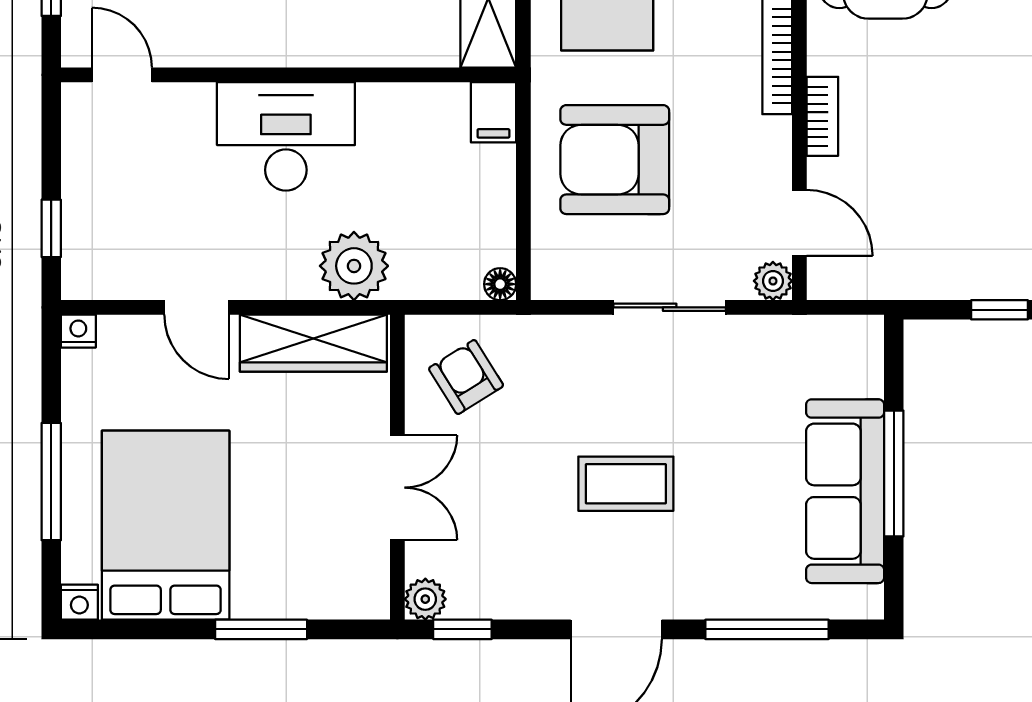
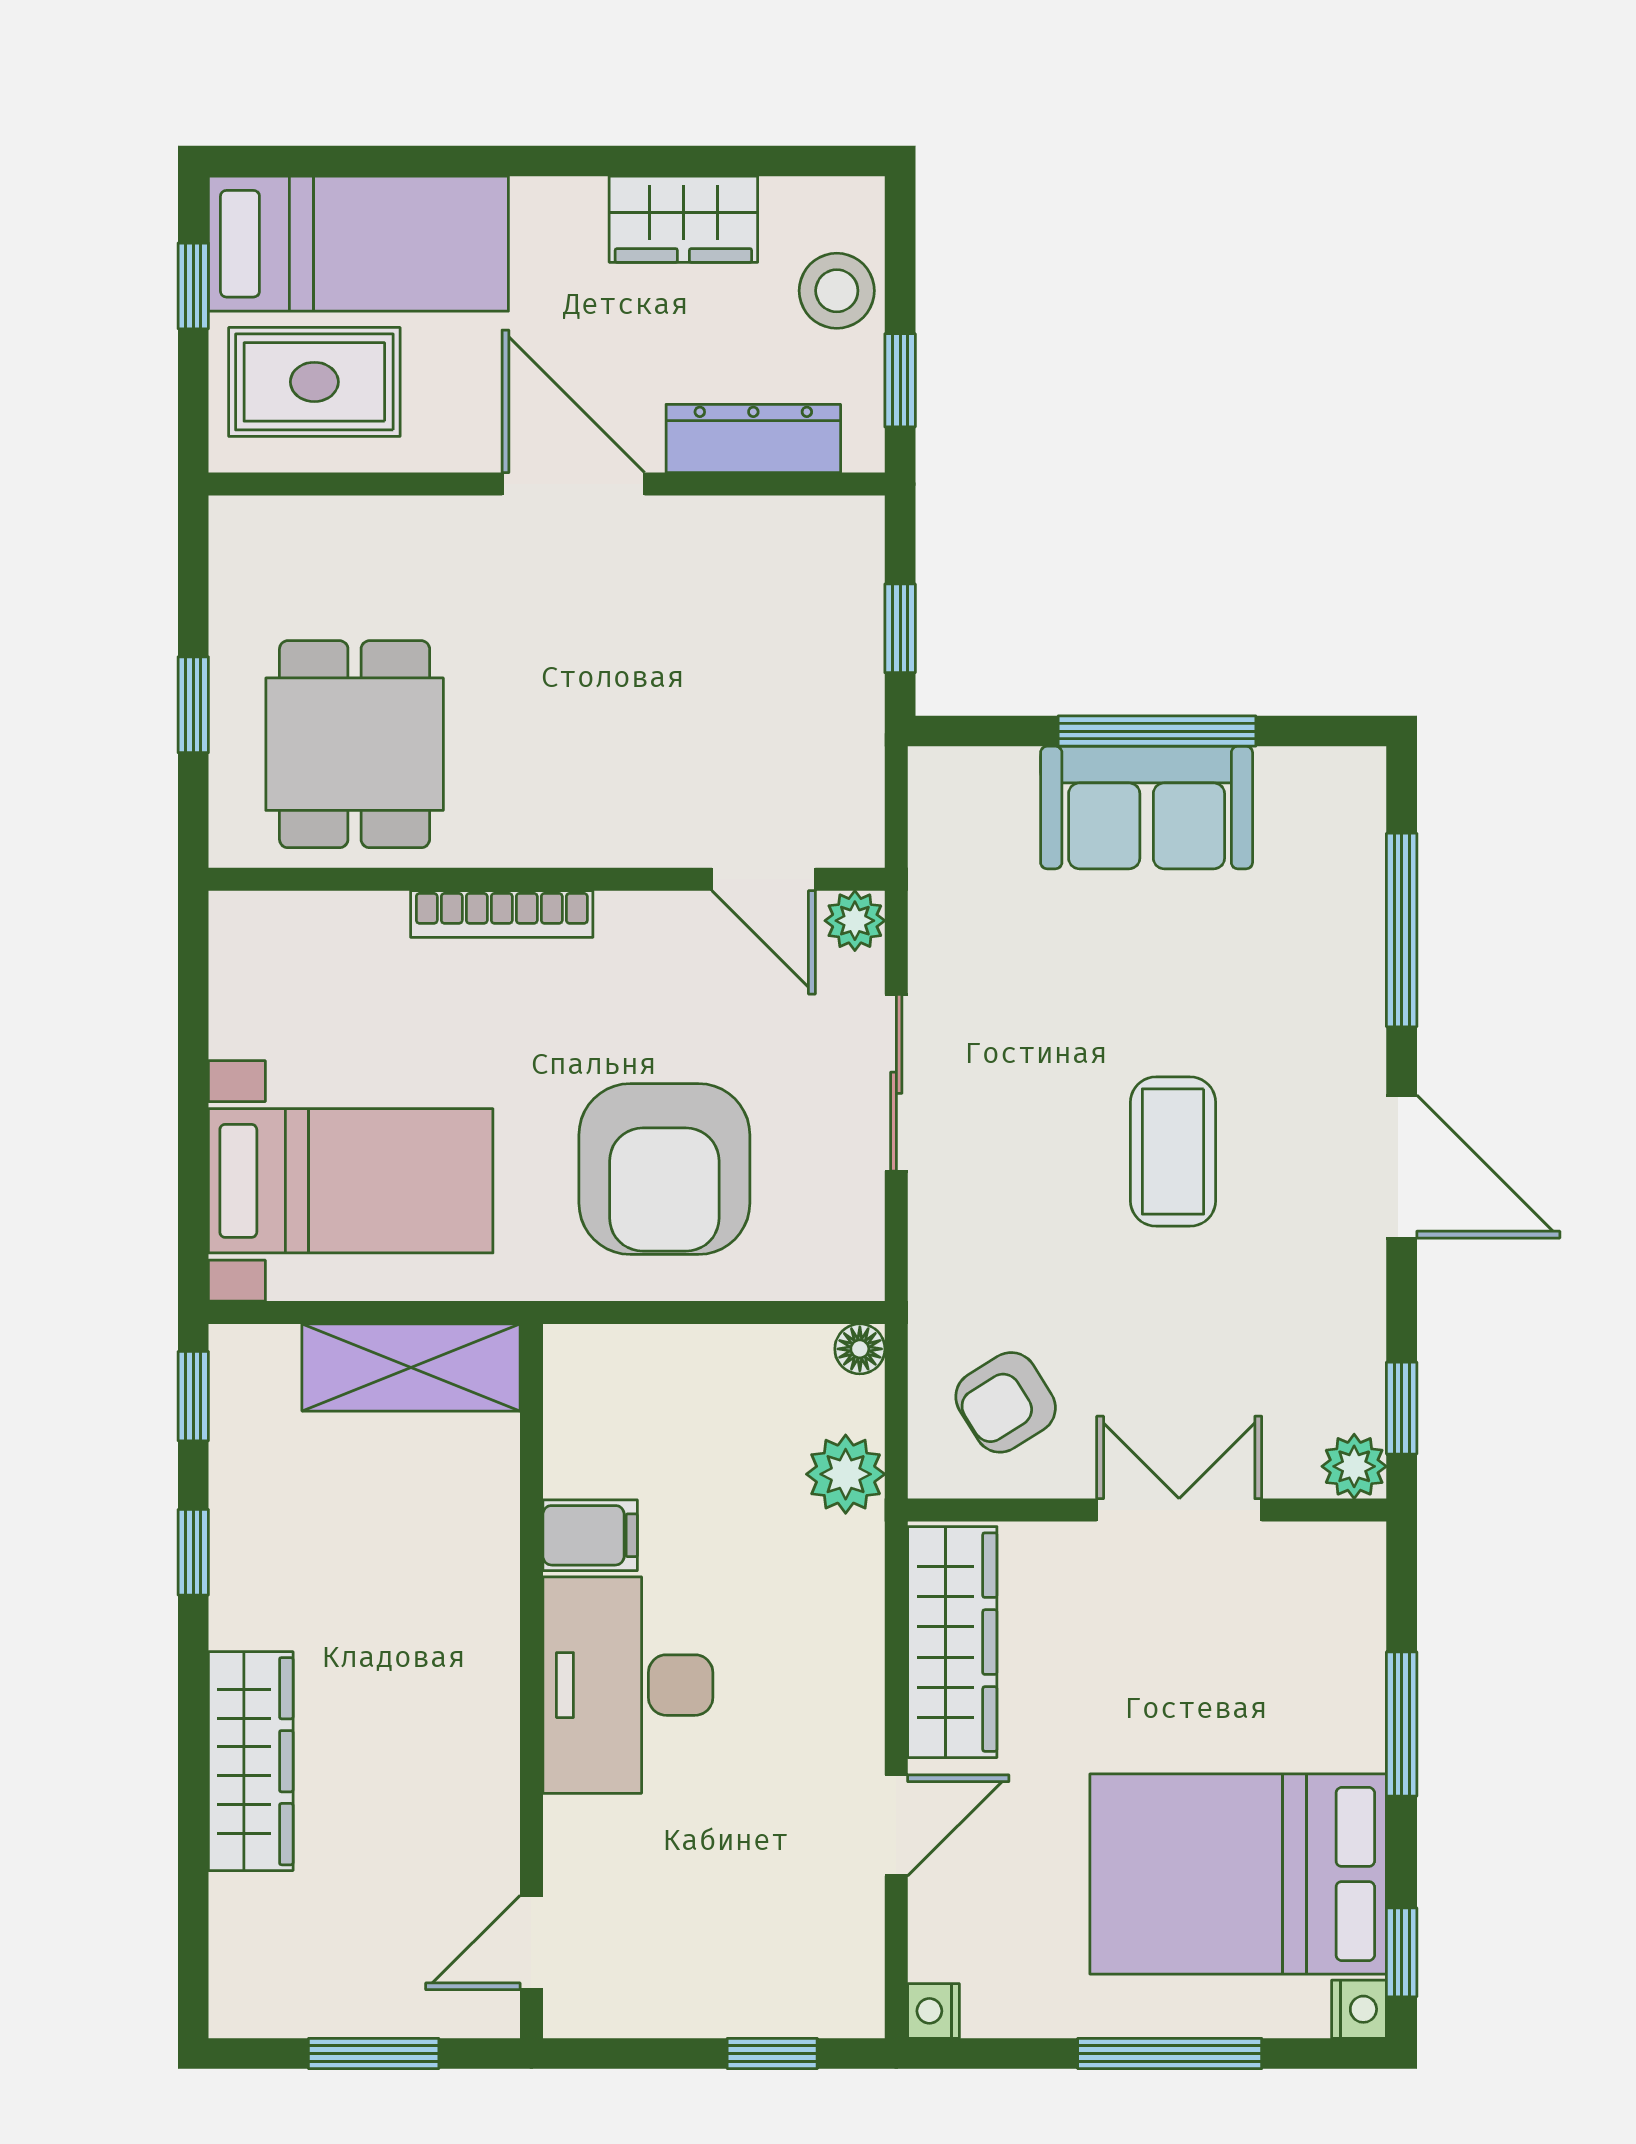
filing cabinet: (493, 112) -> (590, 1535), moved
bookcase: (822, 116) -> (596, 843), removed
door: (799, 223) -> (764, 879), swing flipped
plant: (354, 266) -> (846, 1474), moved, width x0.73, depth x0.73
window: (999, 310) -> (900, 628), moved
sofa: (845, 491) -> (1147, 808), width x0.73
window: (116, 629) -> (1402, 1952), added

